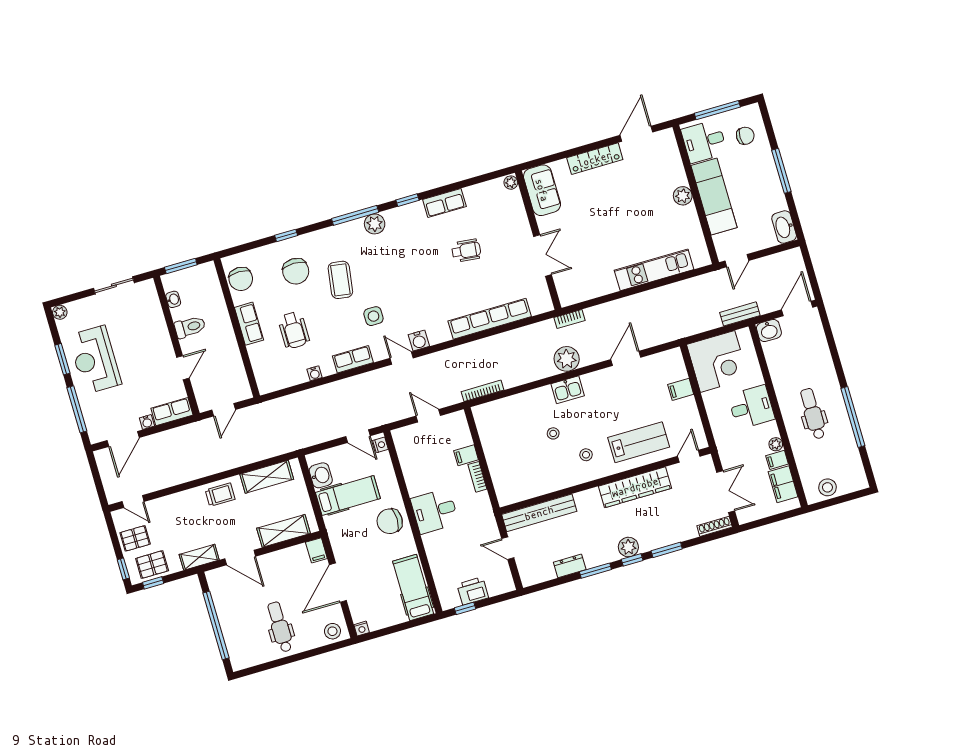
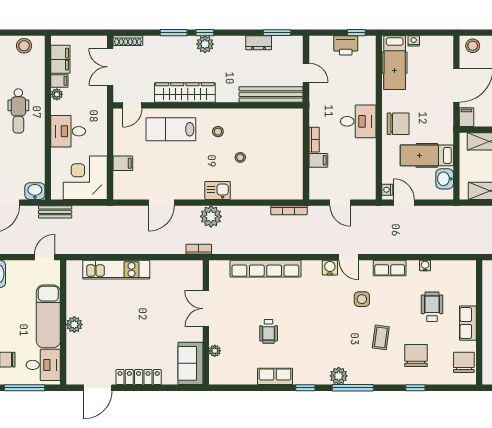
plant: (511, 183) -> (215, 351), moved
wheelchair: (466, 251) -> (269, 331), turned -96
coffee table: (340, 280) -> (381, 337), width x0.73, depth x0.77
window: (595, 571) -> (277, 33), moved
nightstand: (362, 629) -> (414, 41), moved

